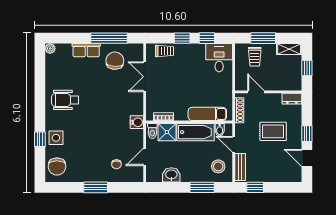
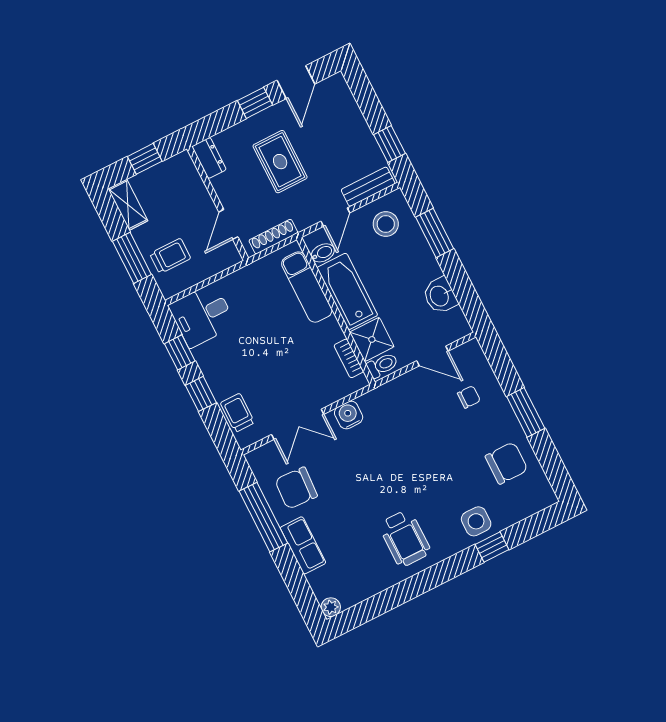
water cooler: (137, 122) -> (349, 415), moved
chair: (57, 167) -> (506, 463), moved

